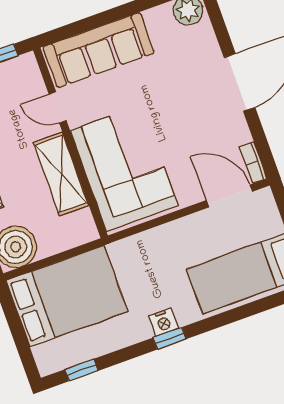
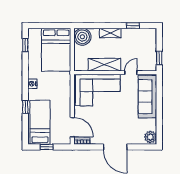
door: (229, 196) -> (72, 127), hinge flipped
window: (170, 338) -> (25, 107), moved

